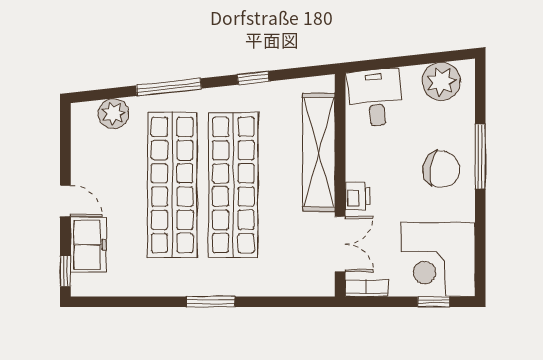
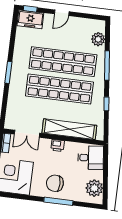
chair: (441, 169) -> (55, 183), turned 81
printer: (358, 196) -> (58, 145), moved
freezer: (88, 245) -> (30, 19), moved

